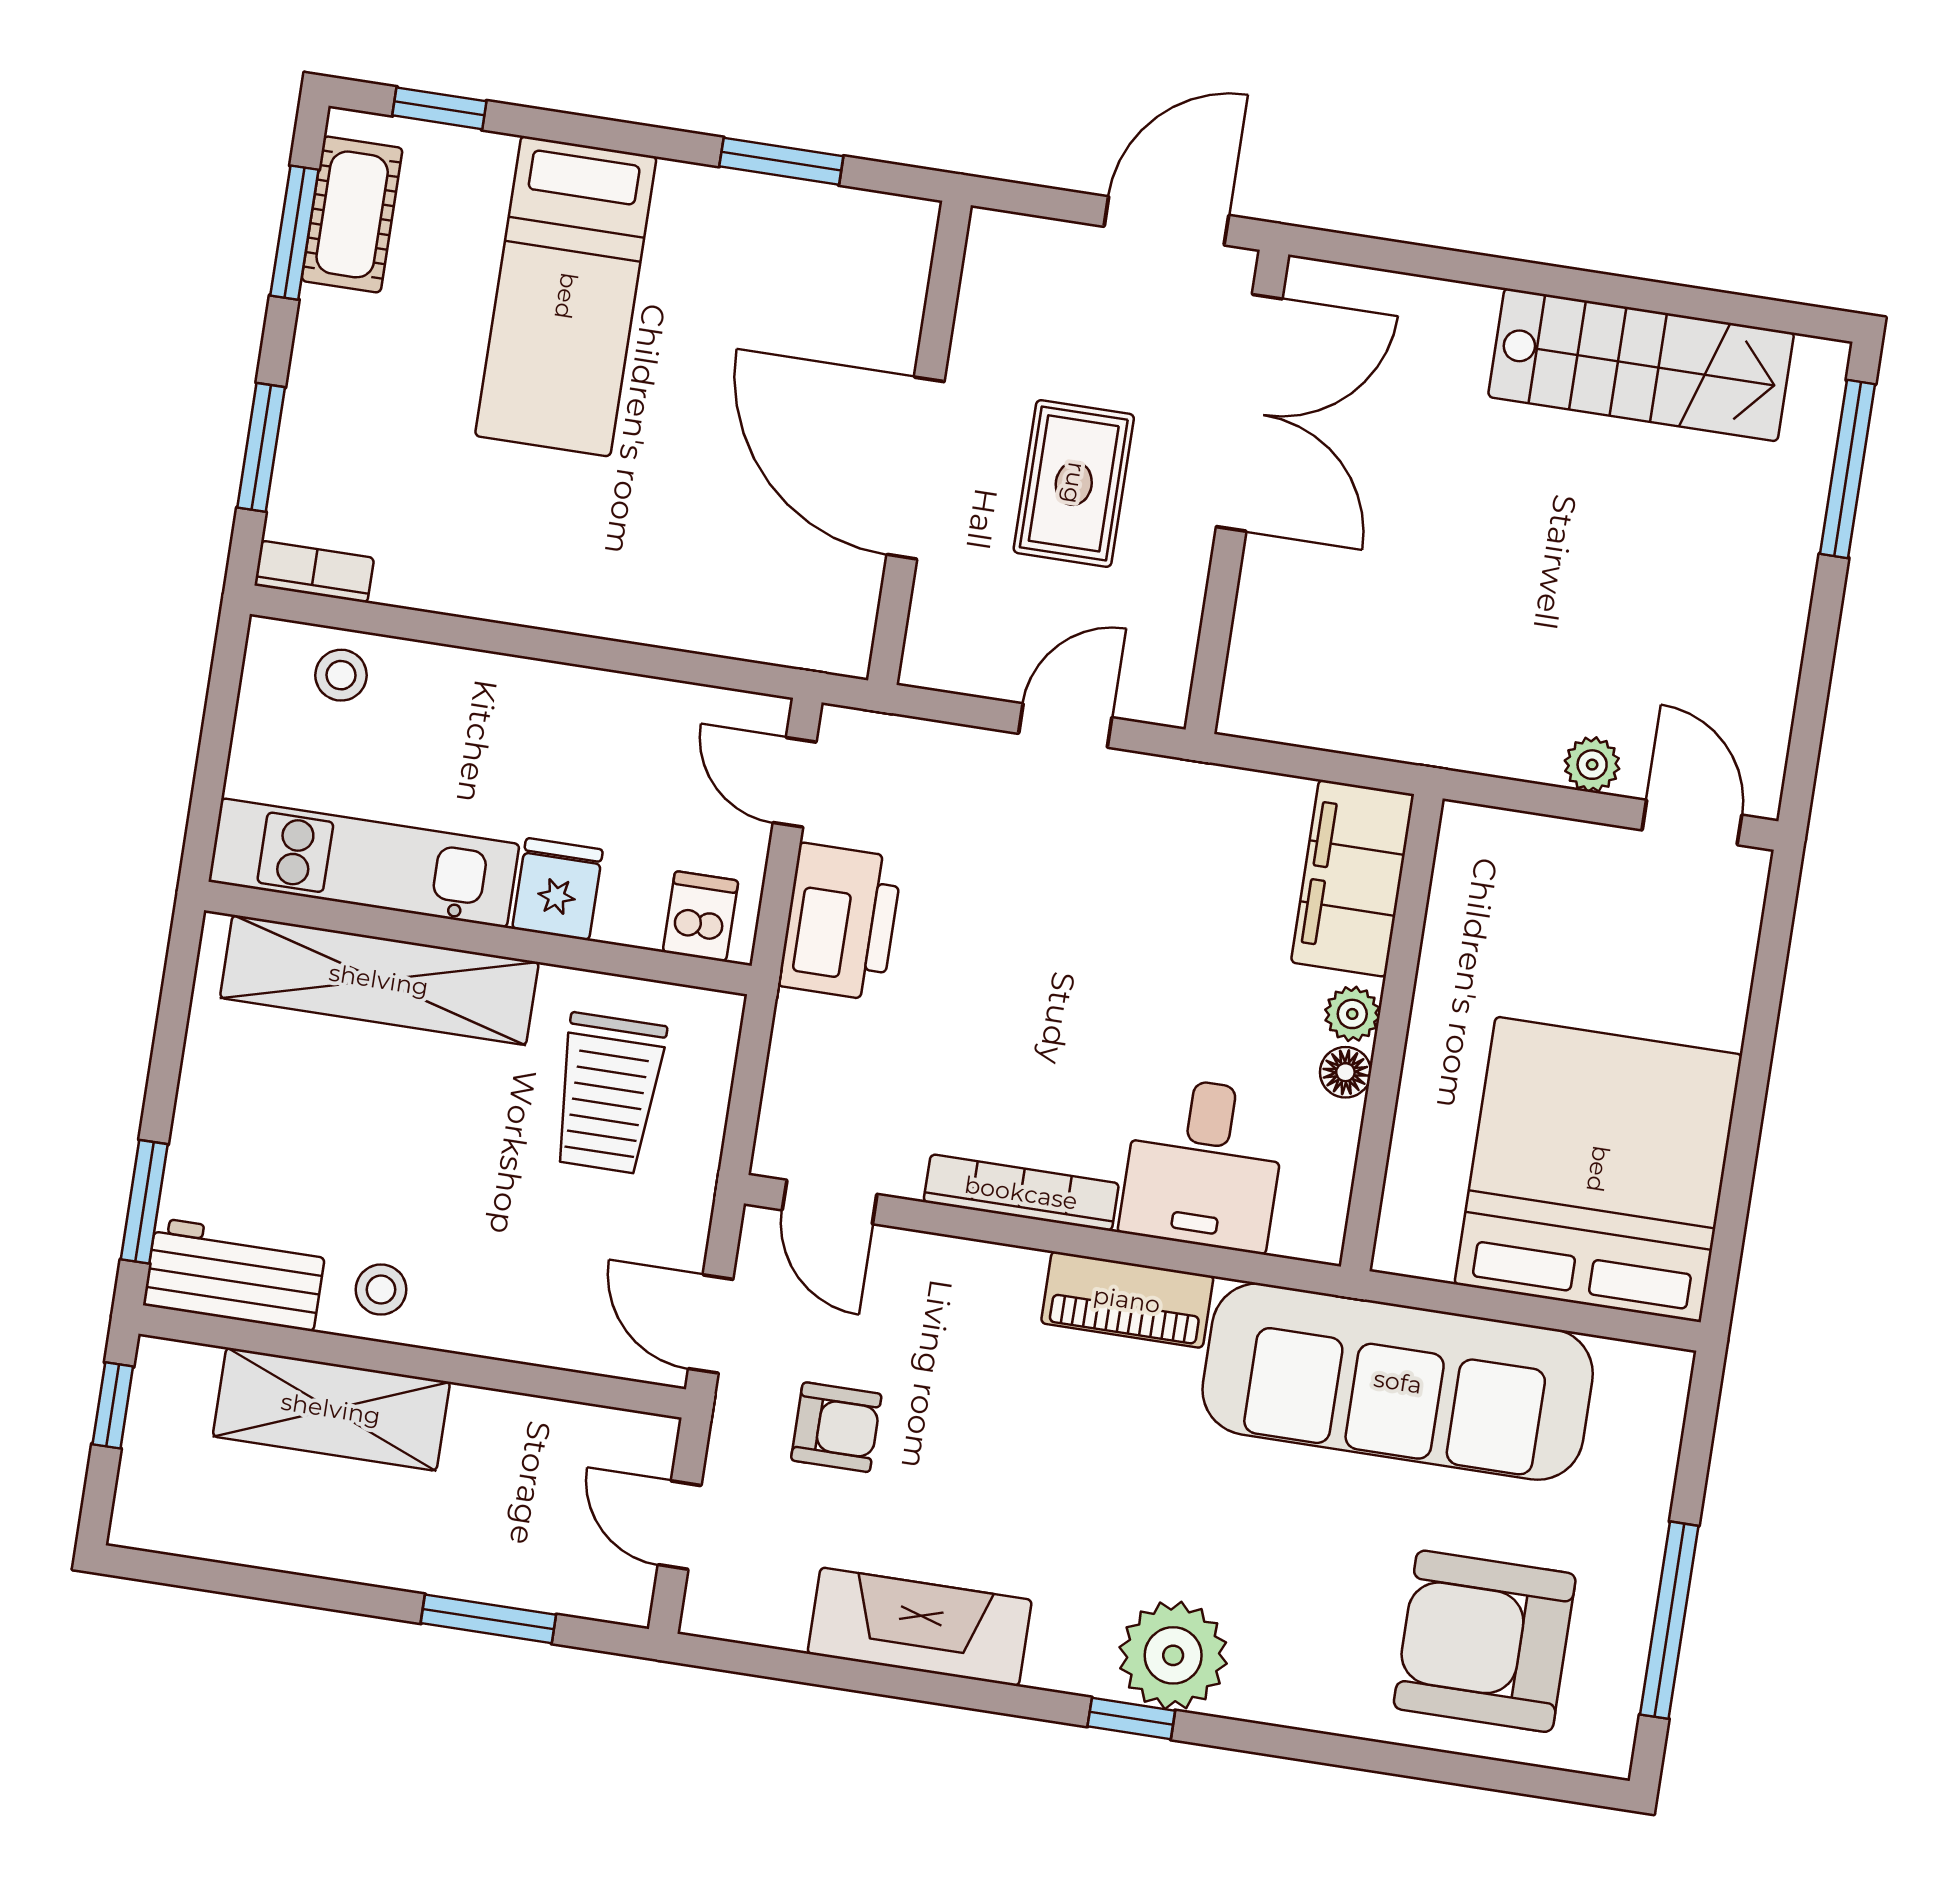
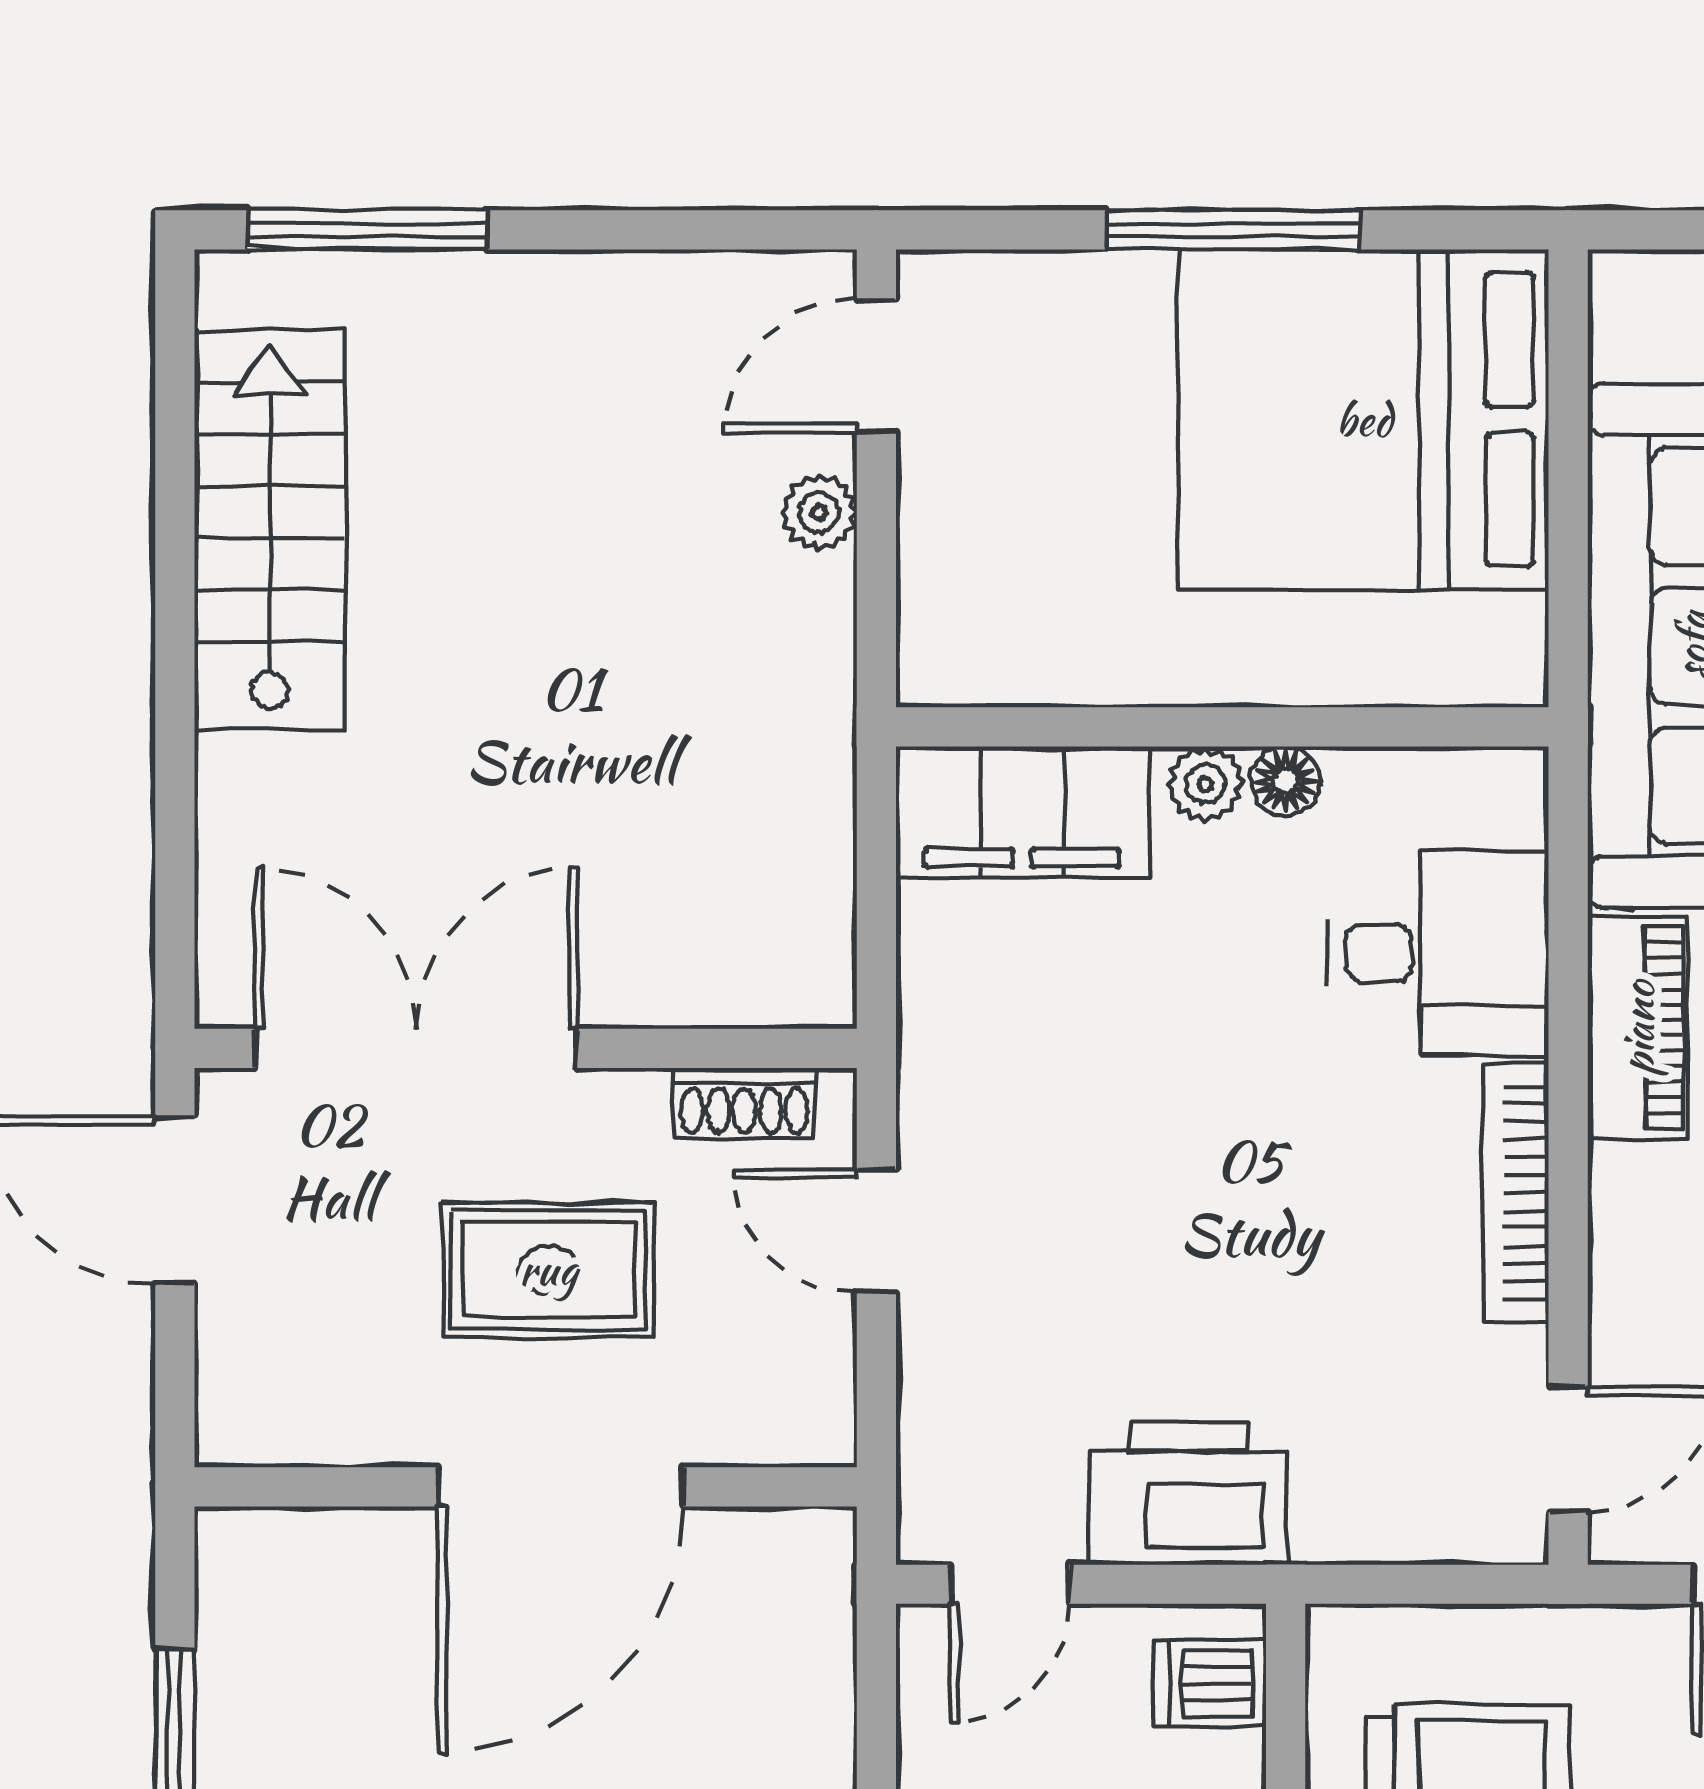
shoe rack: (1173, 644) -> (744, 1102), added
window: (1750, 1096) -> (1233, 230), added

